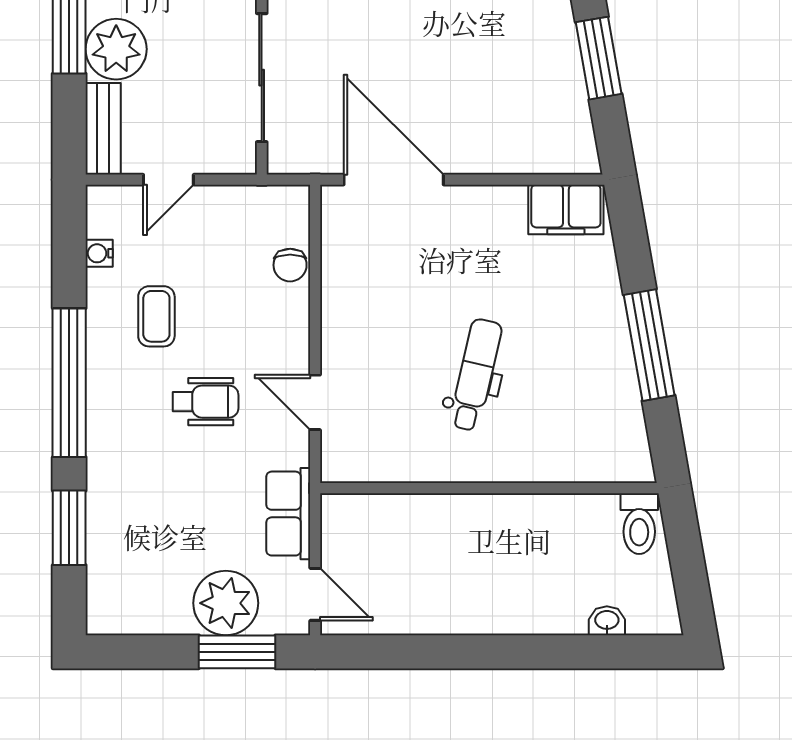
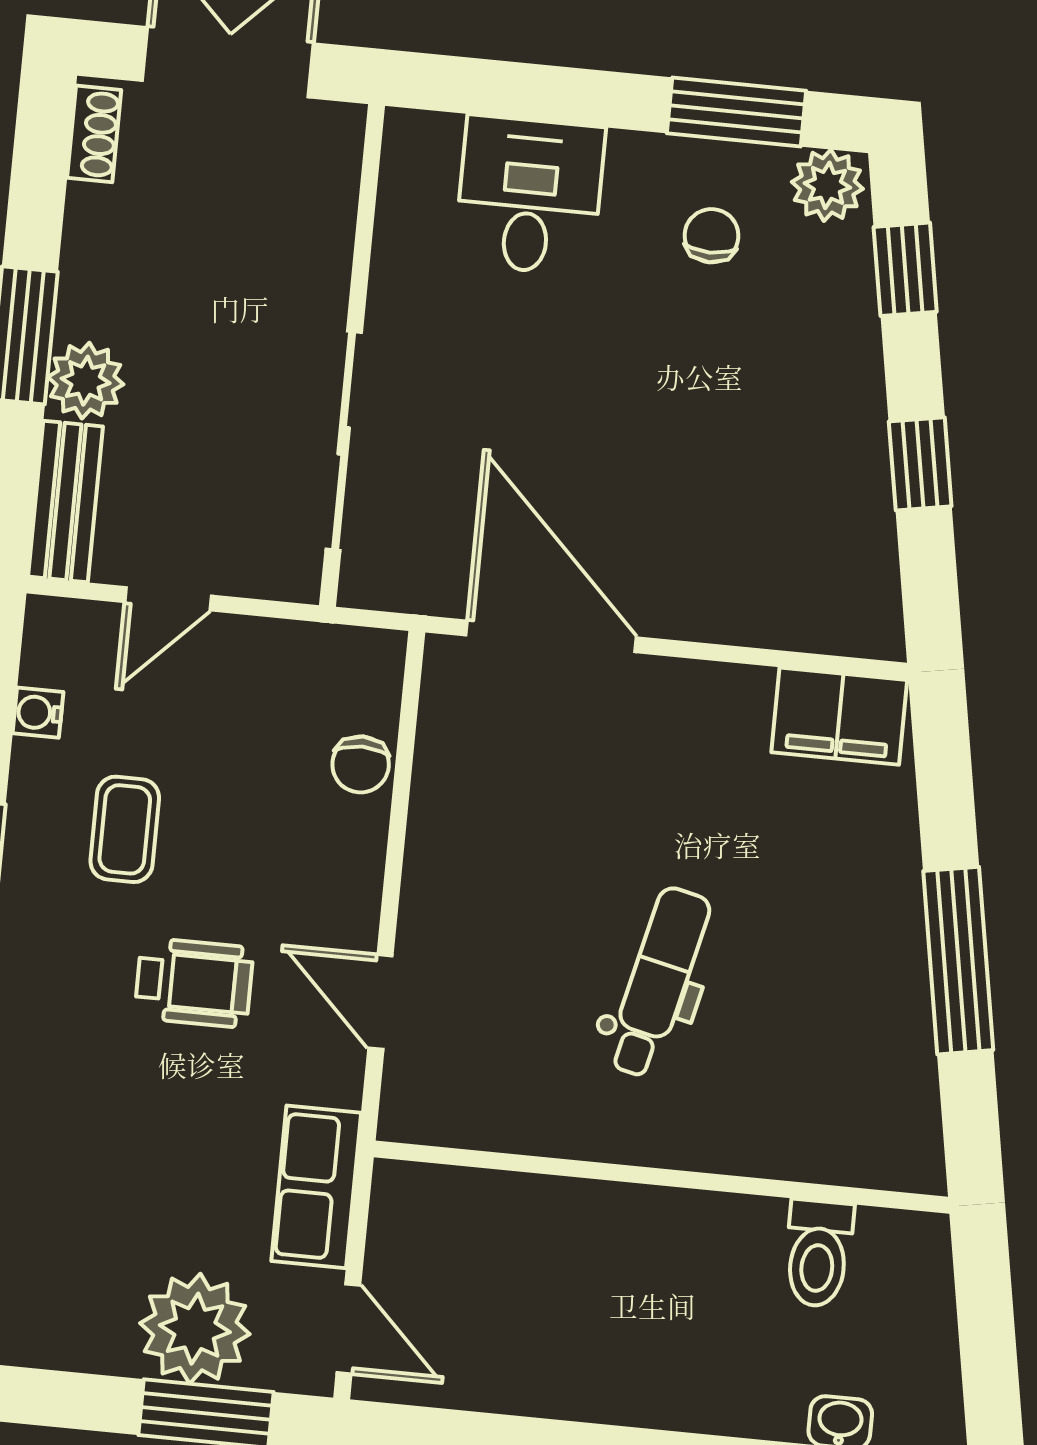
plant: (116, 49) -> (86, 381), width x0.73, depth x0.73
window: (599, 58) -> (920, 464), width x0.67
toilet: (639, 524) -> (818, 1253), moved

